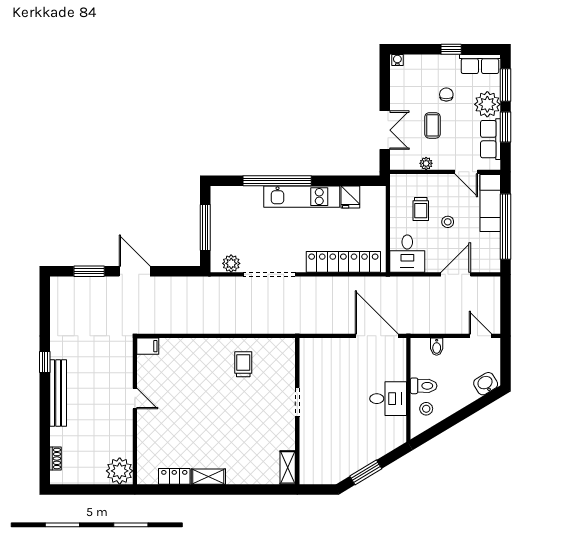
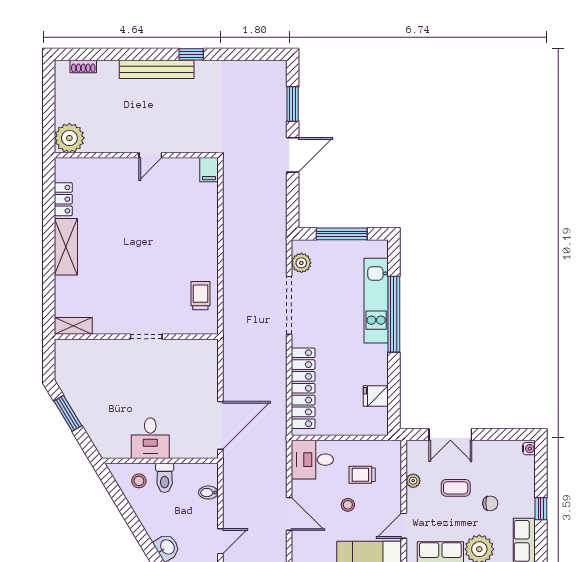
kitchen unit: (302, 197) -> (376, 301), moved
trolley: (243, 364) -> (200, 296), moved, turned -90
shelving: (208, 477) -> (66, 247), width x1.50, depth x1.33

